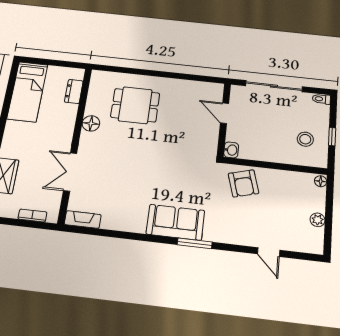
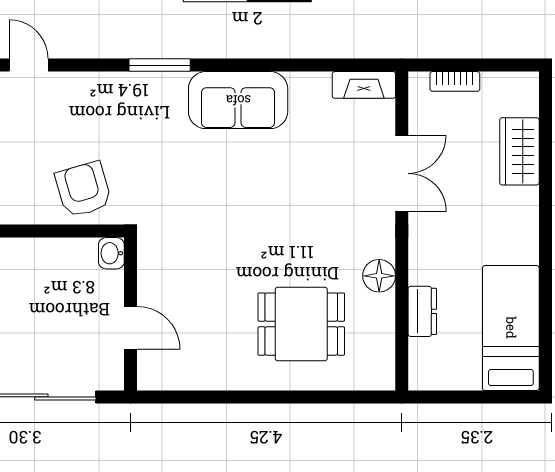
dresser: (74, 91) -> (422, 311), moved
sofa: (175, 222) -> (238, 100), moved

